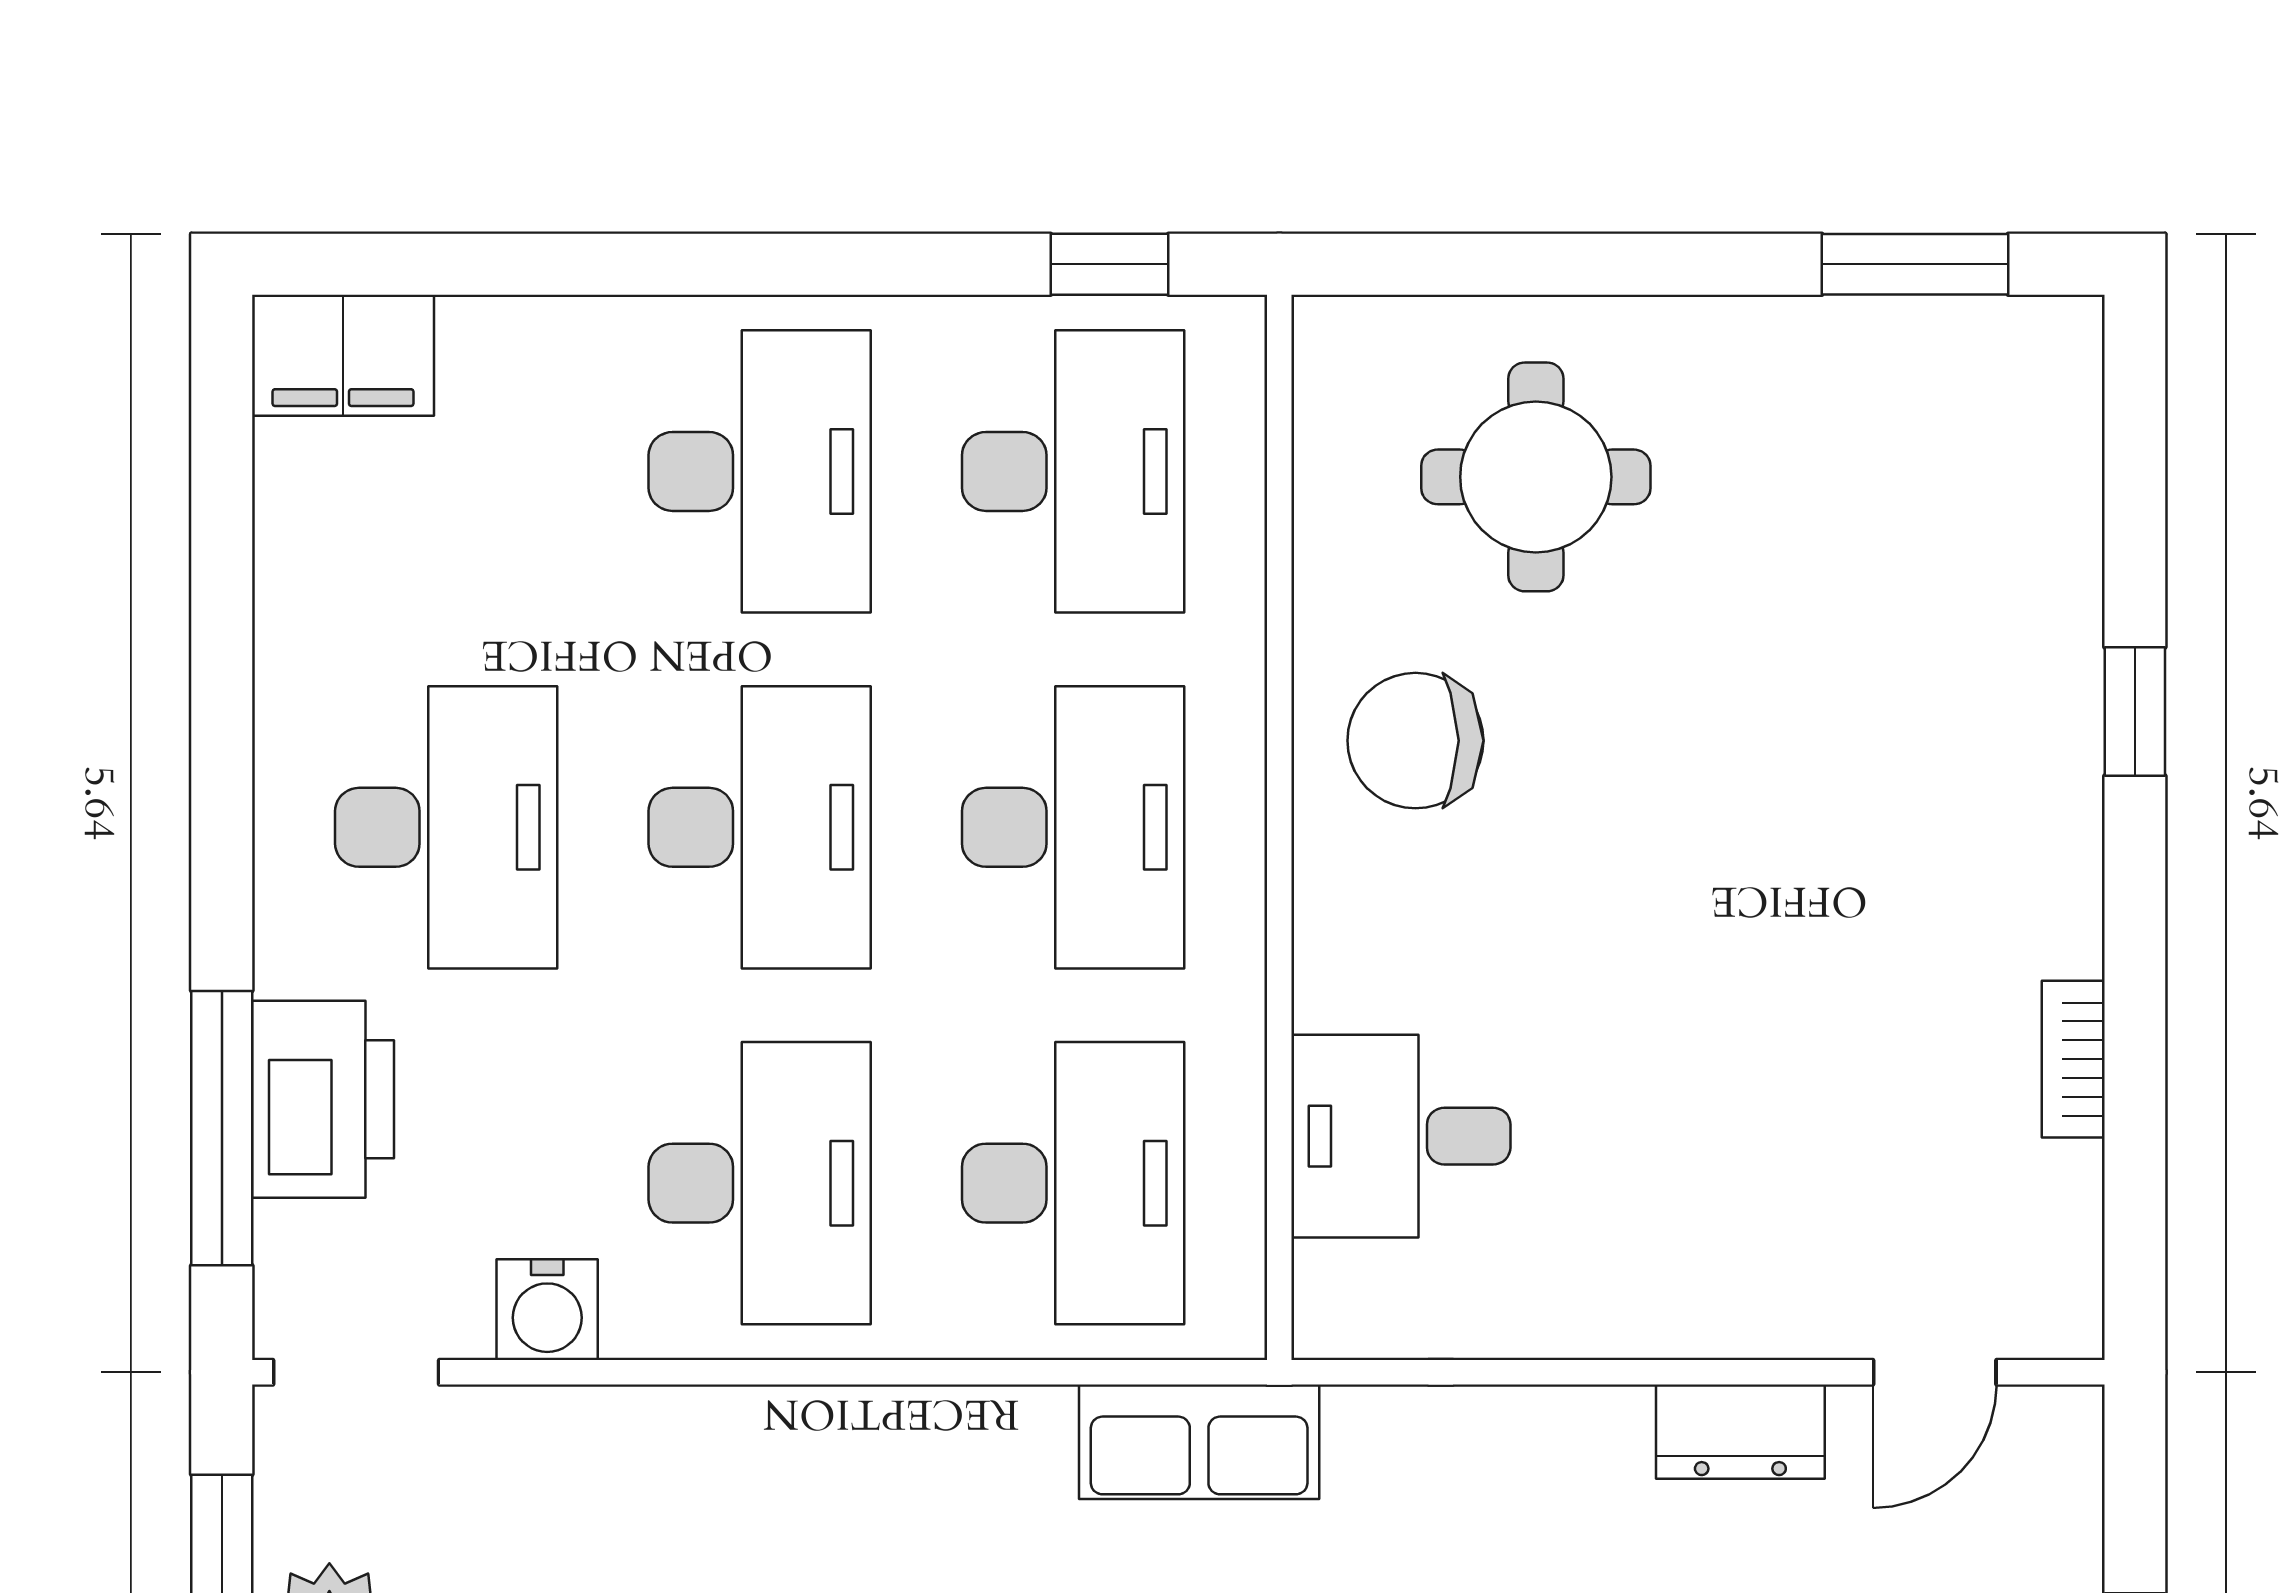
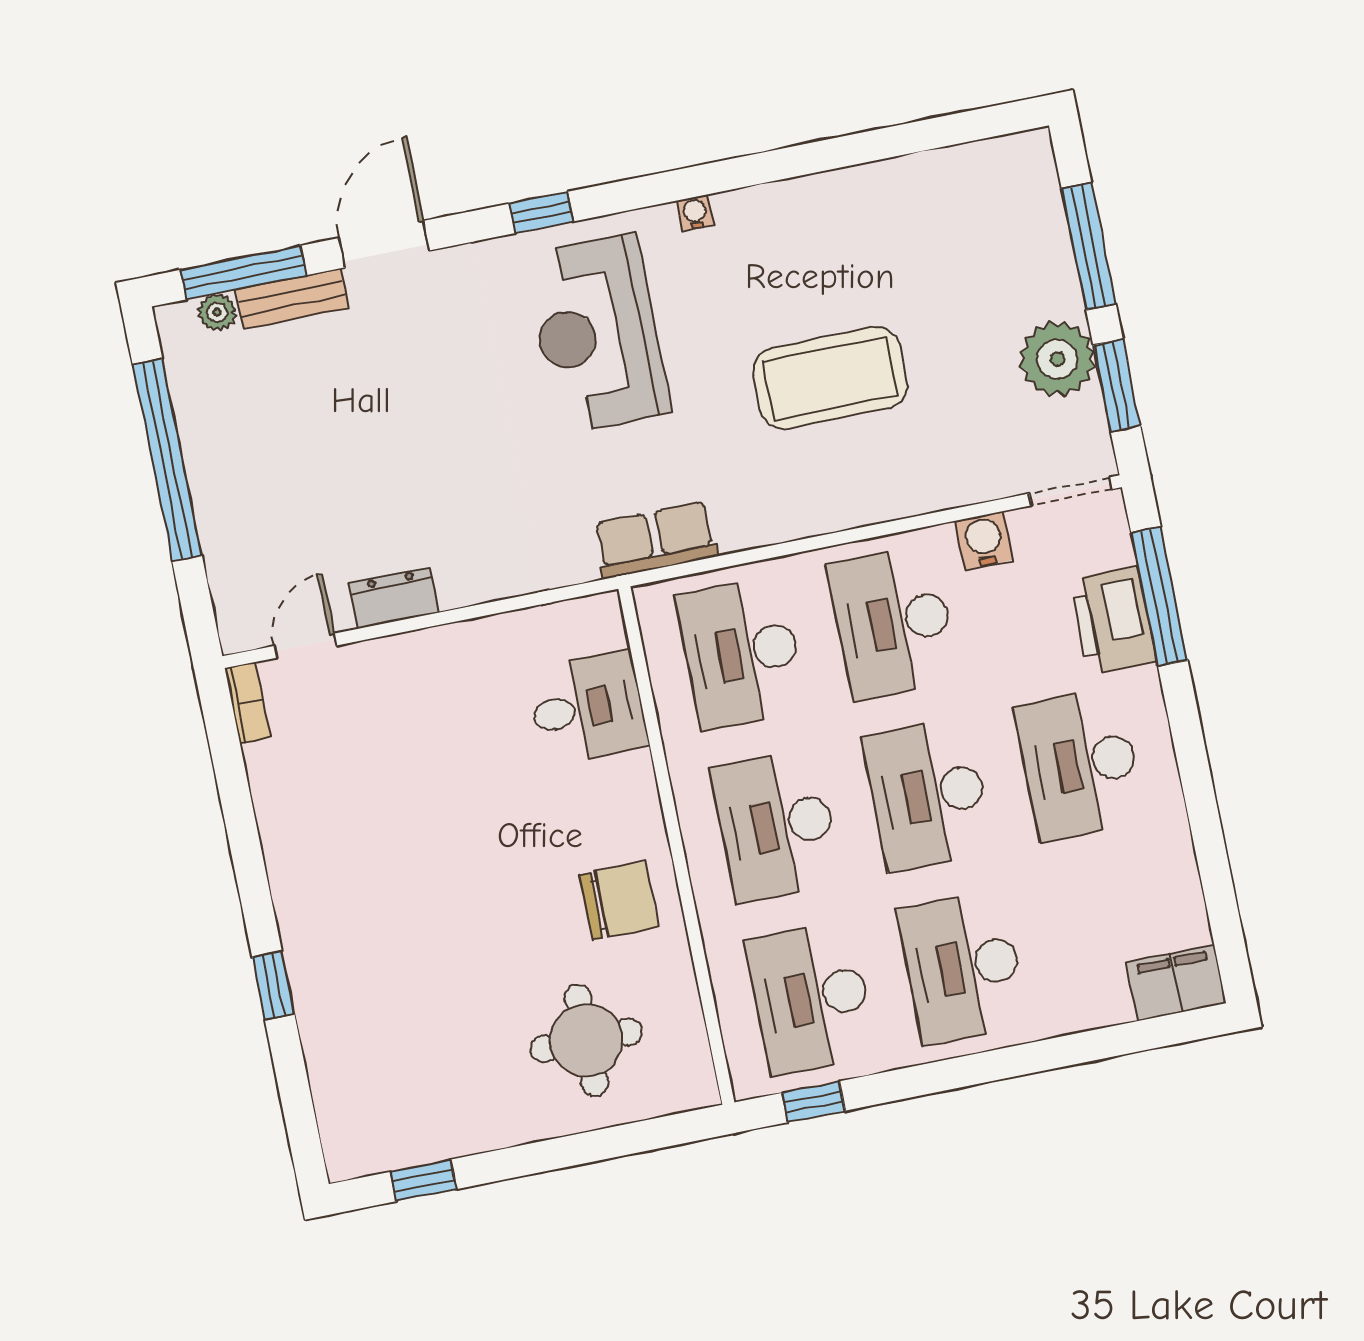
window: (1915, 264) -> (423, 1180), width x0.67
bookcase: (2073, 1059) -> (247, 703), moved

